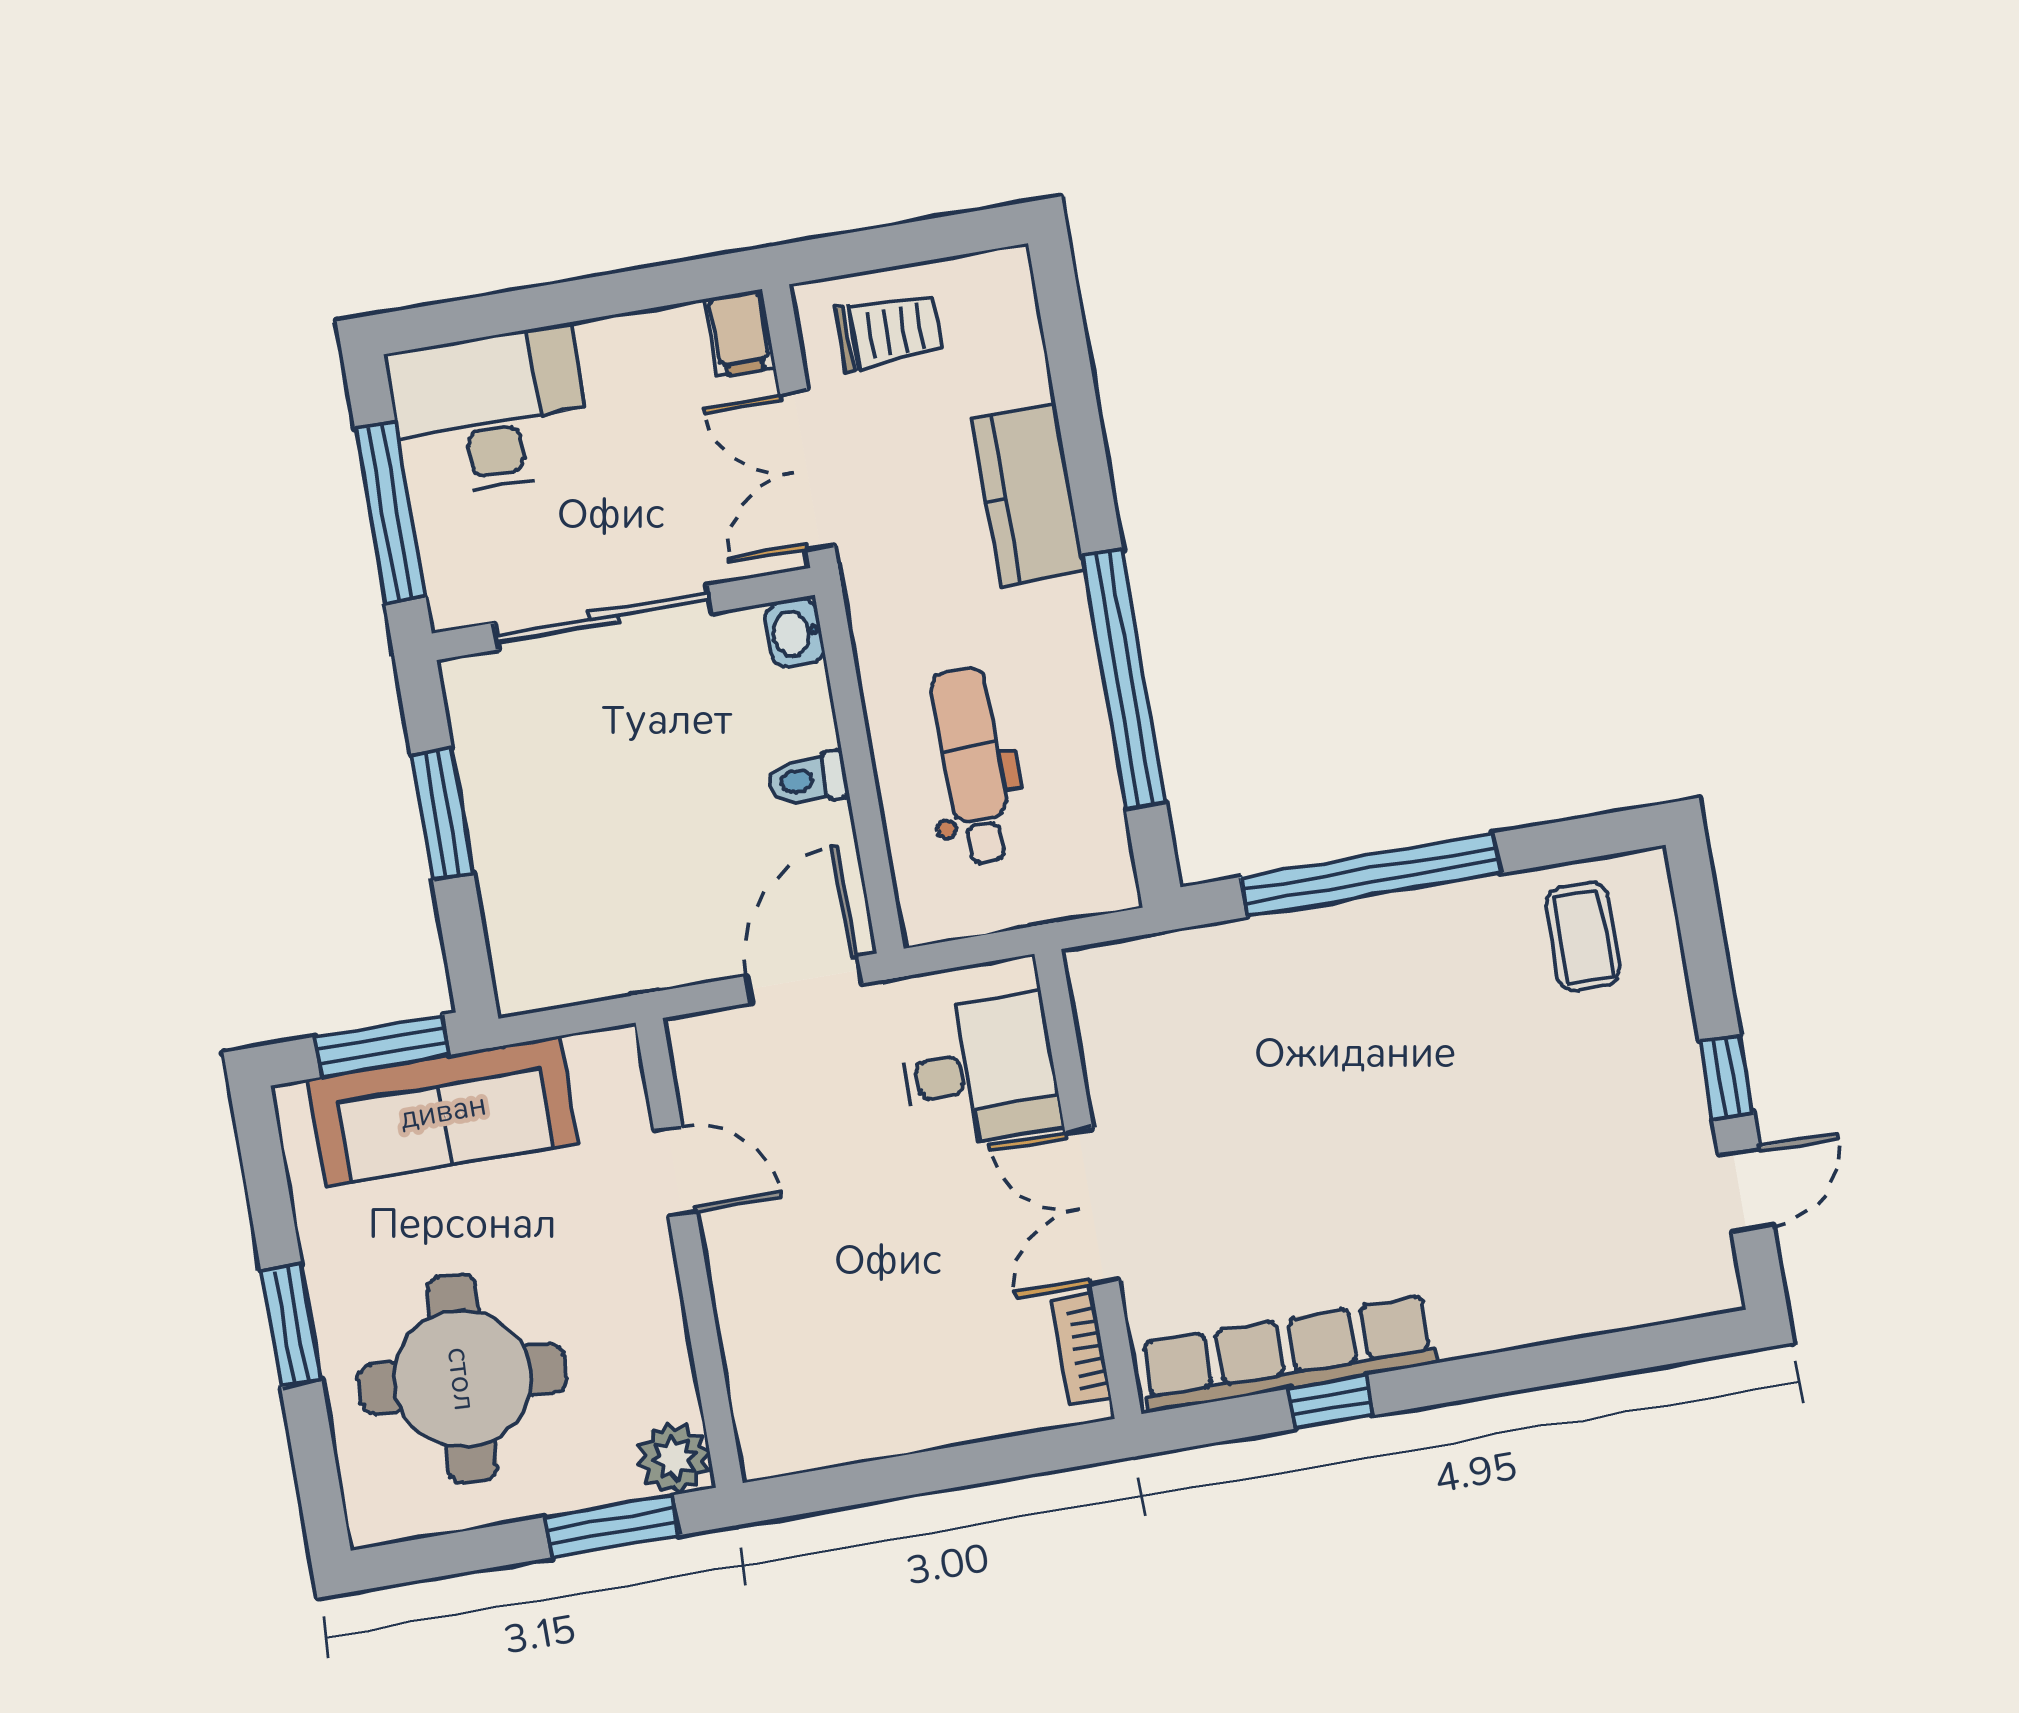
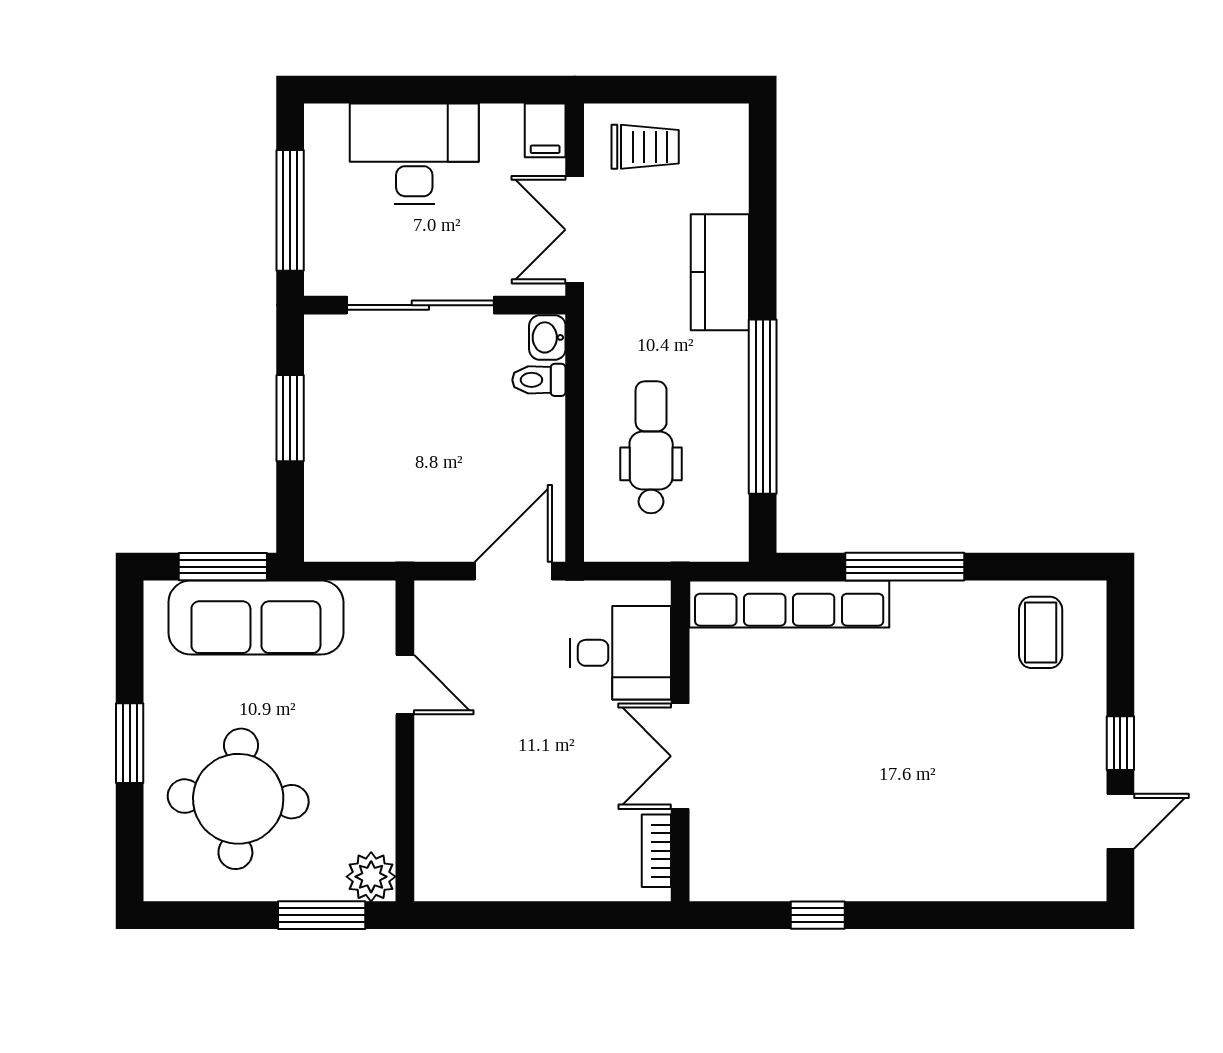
desk: (489, 412) -> (414, 154), moved
toilet: (807, 780) -> (539, 380), moved
window: (1370, 875) -> (905, 567), width x0.68
row of seats: (1287, 1354) -> (789, 604), moved, turned 180

